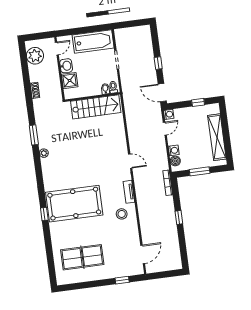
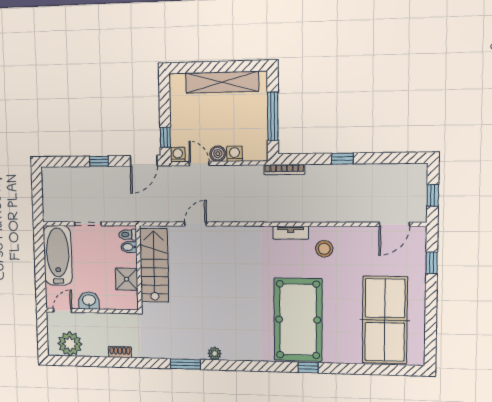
door: (57, 49) -> (63, 310), hinge flipped
shower: (70, 81) -> (127, 279), moved
window: (198, 102) -> (165, 137), moved
door: (130, 161) -> (196, 224), moved
boiler: (175, 161) -> (218, 154), moved
window: (200, 171) -> (273, 116), width x1.44
door: (143, 254) -> (394, 224), swing flipped
table tennis table: (82, 257) -> (385, 320), width x1.36, depth x1.32
window: (163, 275) -> (433, 195), added

